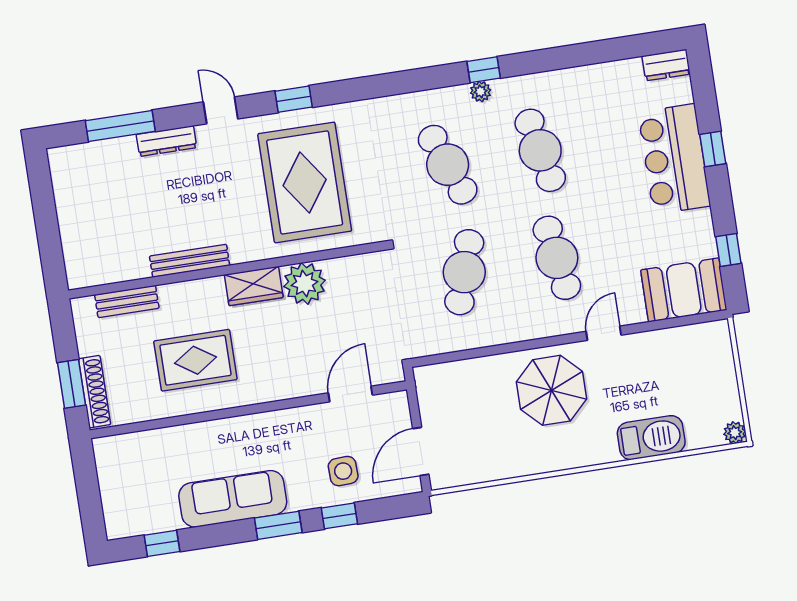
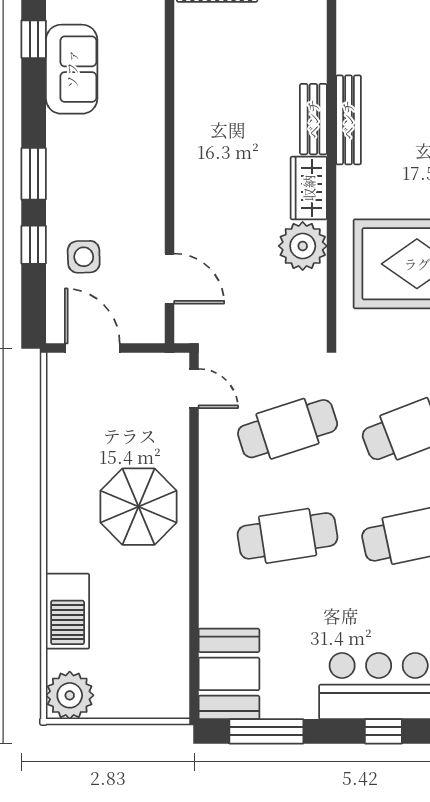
window: (728, 250) -> (266, 731), width x2.17
cafe table: (464, 272) -> (288, 429), turned -36
bench: (127, 301) -> (313, 119), moved
door: (604, 333) -> (194, 389), moved
rug: (195, 360) -> (235, 109), removed
plant: (735, 433) -> (70, 695), width x1.87, depth x1.87
sofa: (233, 499) -> (72, 69), moved, width x0.73

